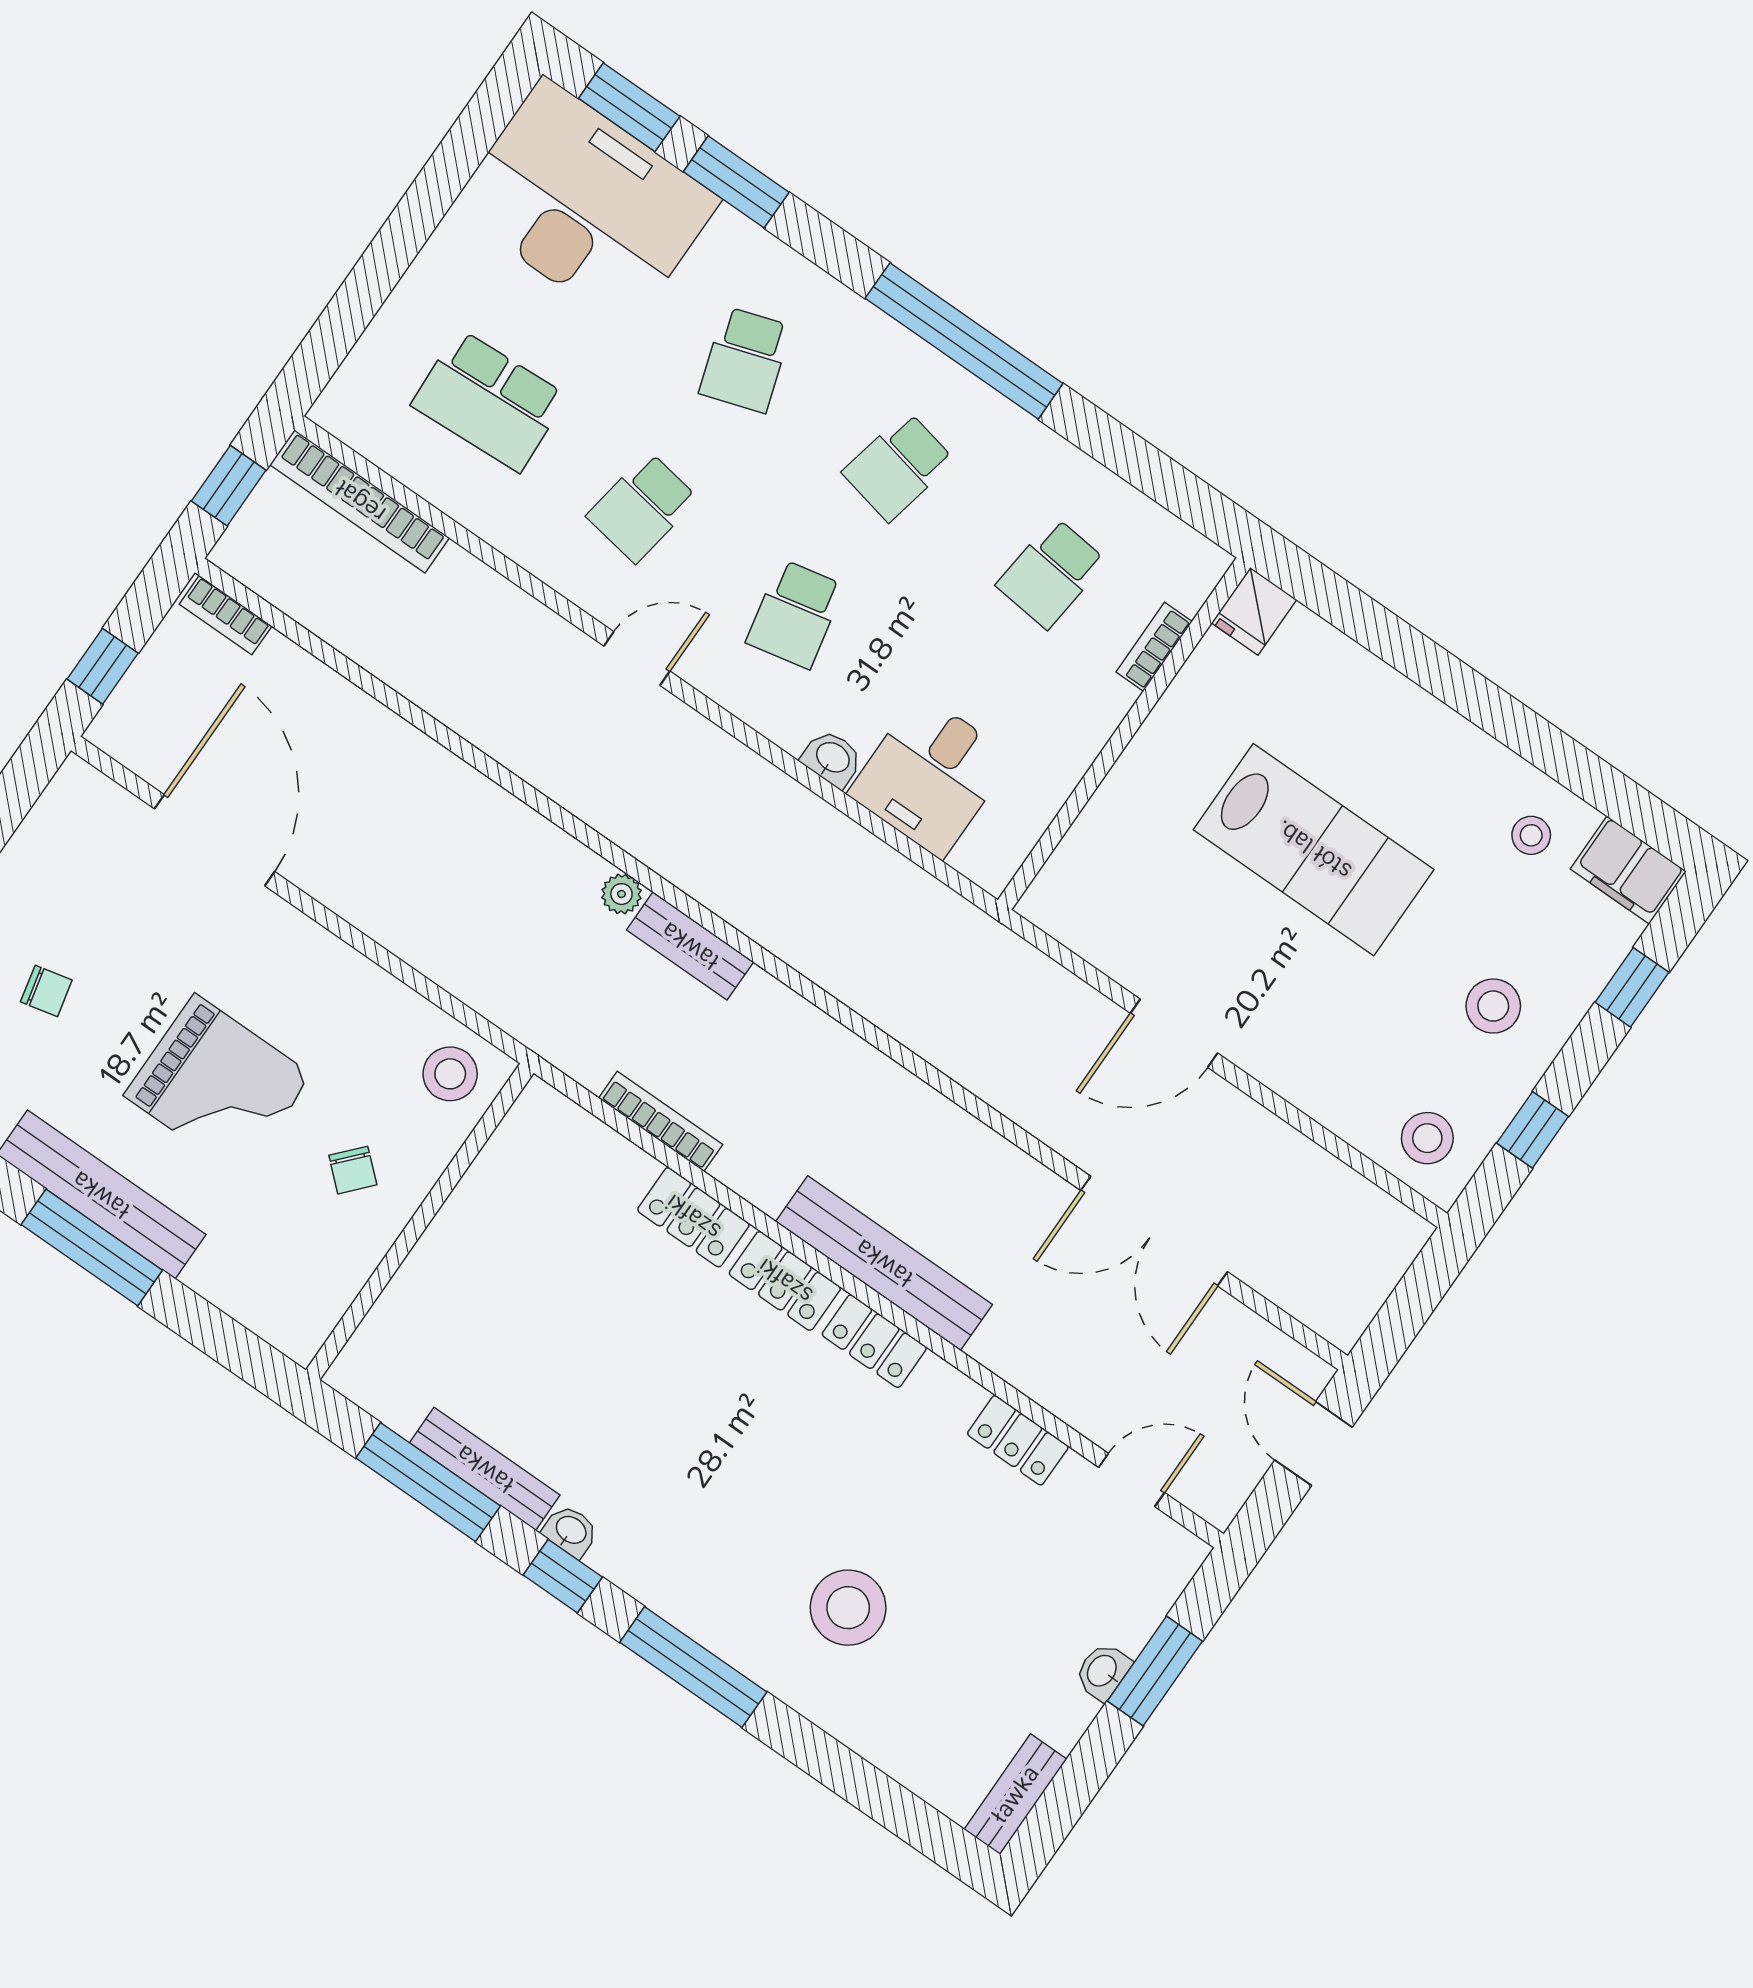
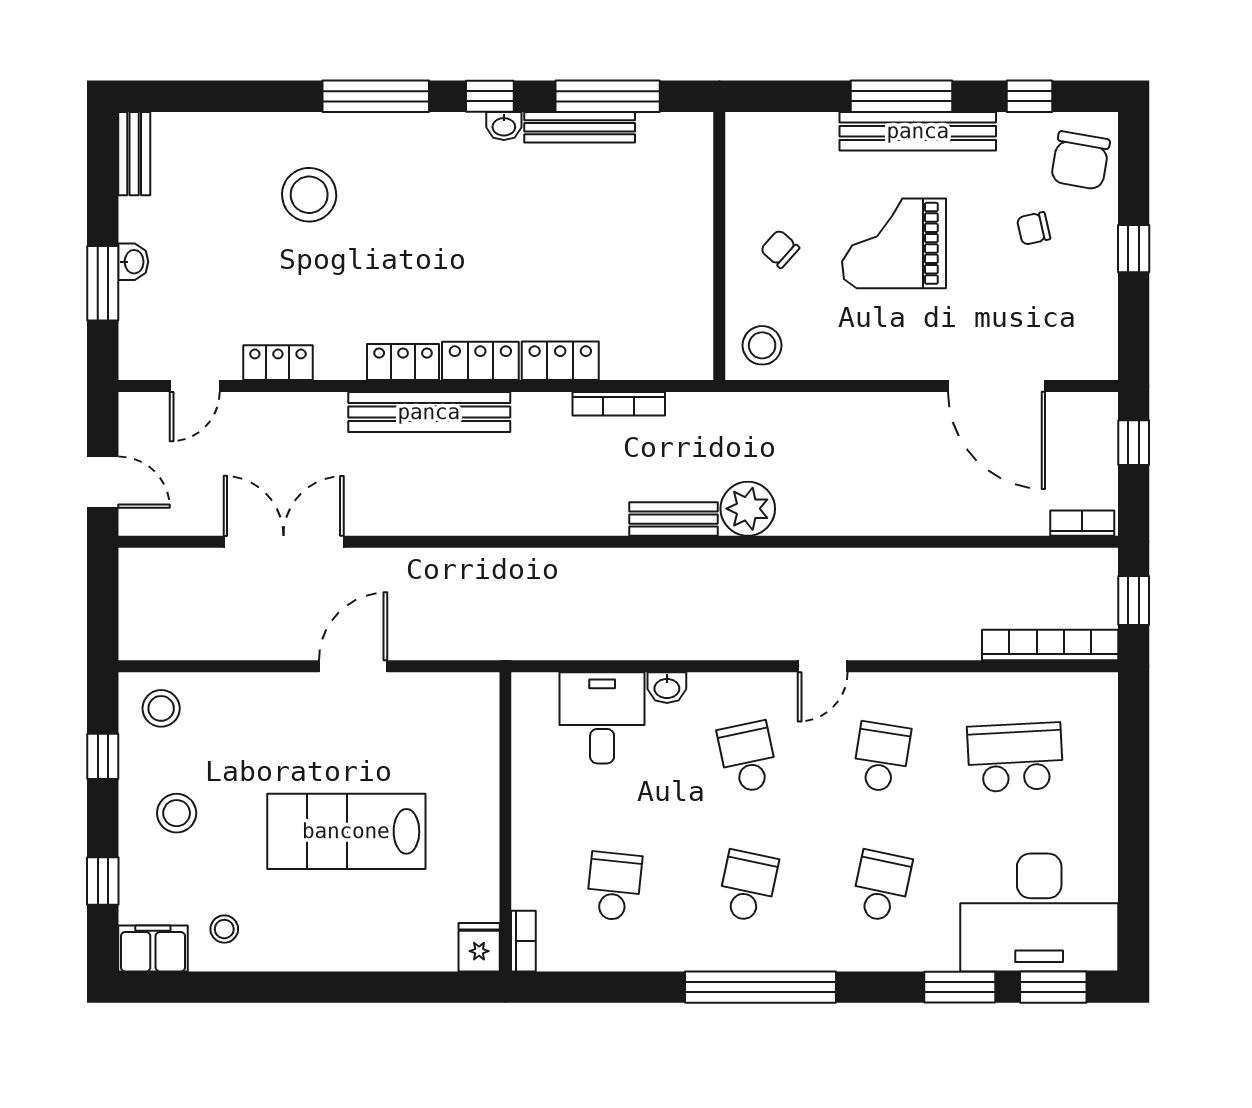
school desk: (745, 360) -> (882, 886), turned 30
bookcase: (1154, 647) -> (523, 941), moved
plant: (621, 894) -> (748, 509), width x1.88, depth x1.88

